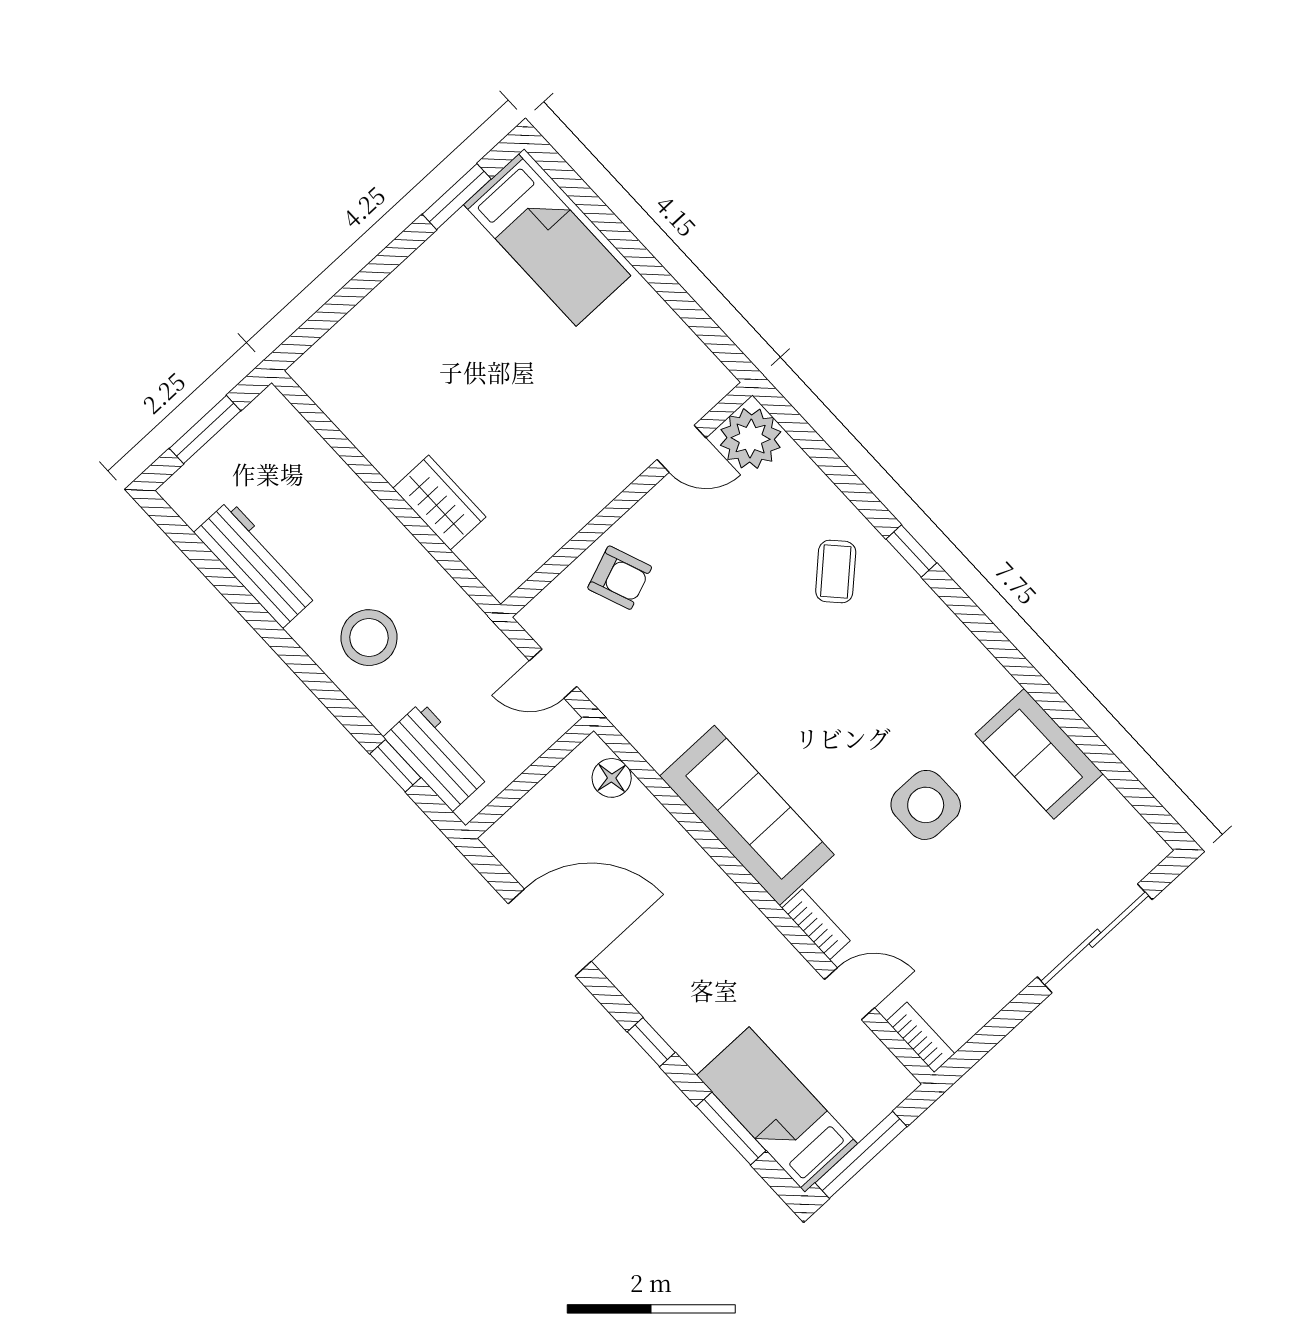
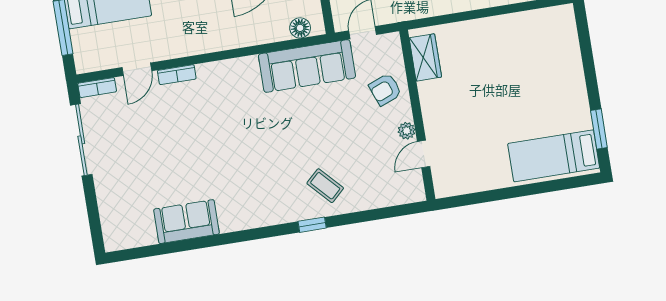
plant: (751, 439) -> (407, 131), moved, width x0.53, depth x0.53
wardrobe: (439, 503) -> (425, 57), moved, turned -90
side table: (926, 805) -> (197, 157), removed
sofa: (747, 815) -> (307, 66), moved
sliding door: (1095, 938) -> (81, 140), moved

